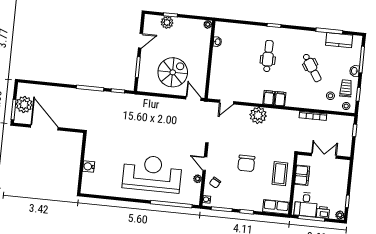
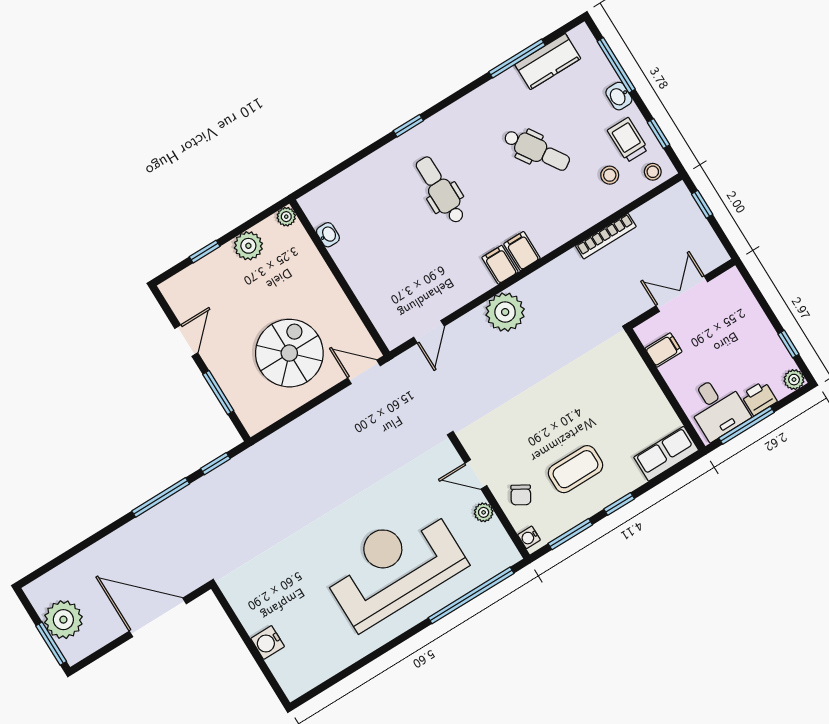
plant: (167, 22) -> (248, 246), moved
door: (44, 127) -> (158, 617), moved
chair: (246, 163) -> (551, 416), removed
coffee table: (280, 174) -> (575, 469), moved, turned 90
filing cabinet: (302, 175) -> (664, 350), width x0.50

